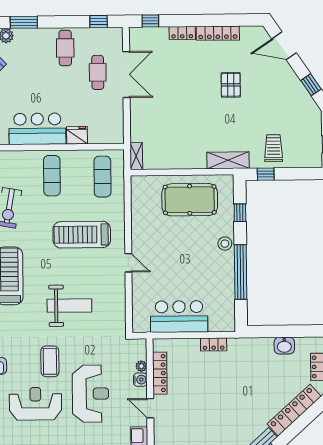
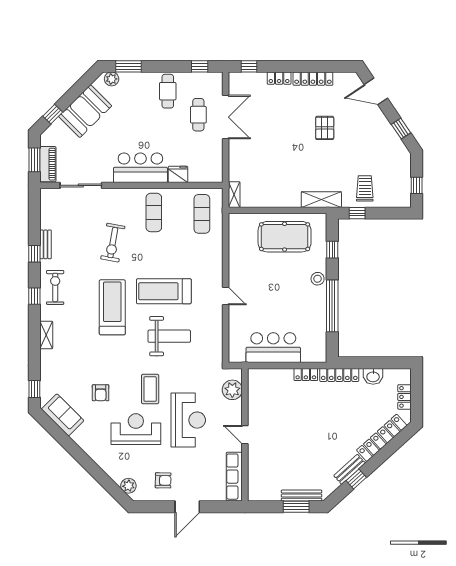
treadmill: (82, 235) -> (164, 291), moved
plant: (141, 366) -> (232, 390), width x1.88, depth x1.88
locker: (160, 373) -> (339, 375), moved, turned 90
water cooler: (140, 380) -> (236, 407), removed

